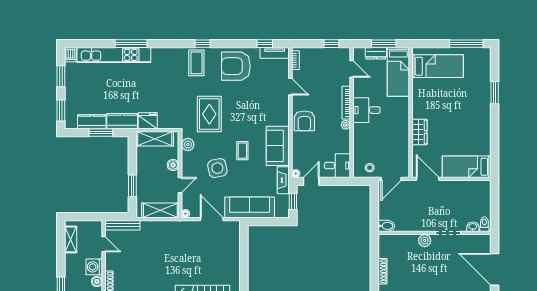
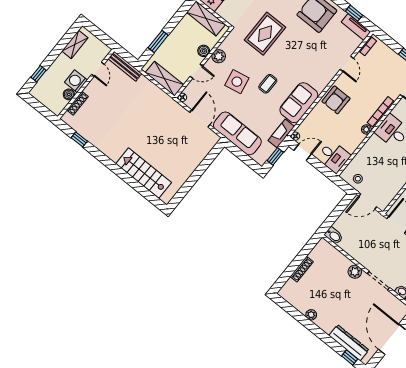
plant: (188, 145) -> (219, 56), moved

